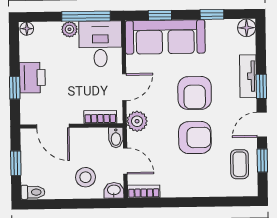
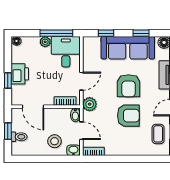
sofa: (165, 37) -> (128, 48), moved
toilet: (33, 192) -> (19, 137), moved

